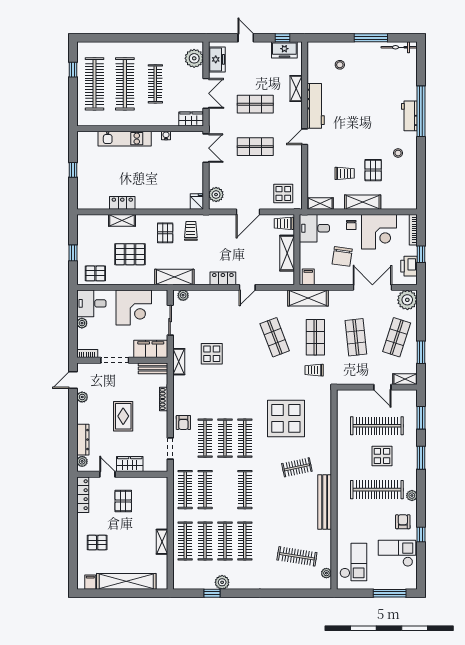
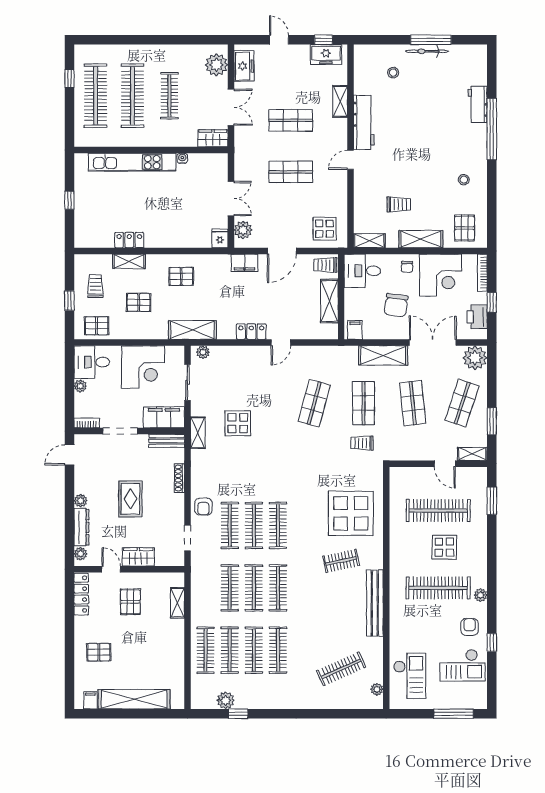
bicycle: (399, 47) -> (427, 51), moved
workbench: (409, 116) -> (478, 104), moved
kitchen unit: (125, 139) -> (132, 162), width x1.36
double door: (206, 148) -> (231, 199), moved
pallet: (373, 170) -> (465, 228), moved
filing cabinet: (217, 222) -> (245, 263), added
trolley: (191, 231) -> (95, 286), moved
pallet: (165, 233) -> (181, 276), turned 90
pallet: (130, 254) -> (139, 302), width x0.67, depth x0.71
shelving: (308, 298) -> (383, 355), moved
shop shelf: (275, 337) -> (314, 403), turned 36
plant: (82, 397) -> (81, 501), moved
display table: (286, 418) -> (351, 513), moved
window: (421, 458) -> (492, 549), removed
clothes rail: (185, 490) -> (254, 588), moved
shelving: (162, 542) -> (177, 603), moved
checkout: (397, 553) -> (463, 665), turned 180
clothes rail: (297, 556) -> (341, 669), turned -33
plant: (222, 582) -> (226, 700), moved

